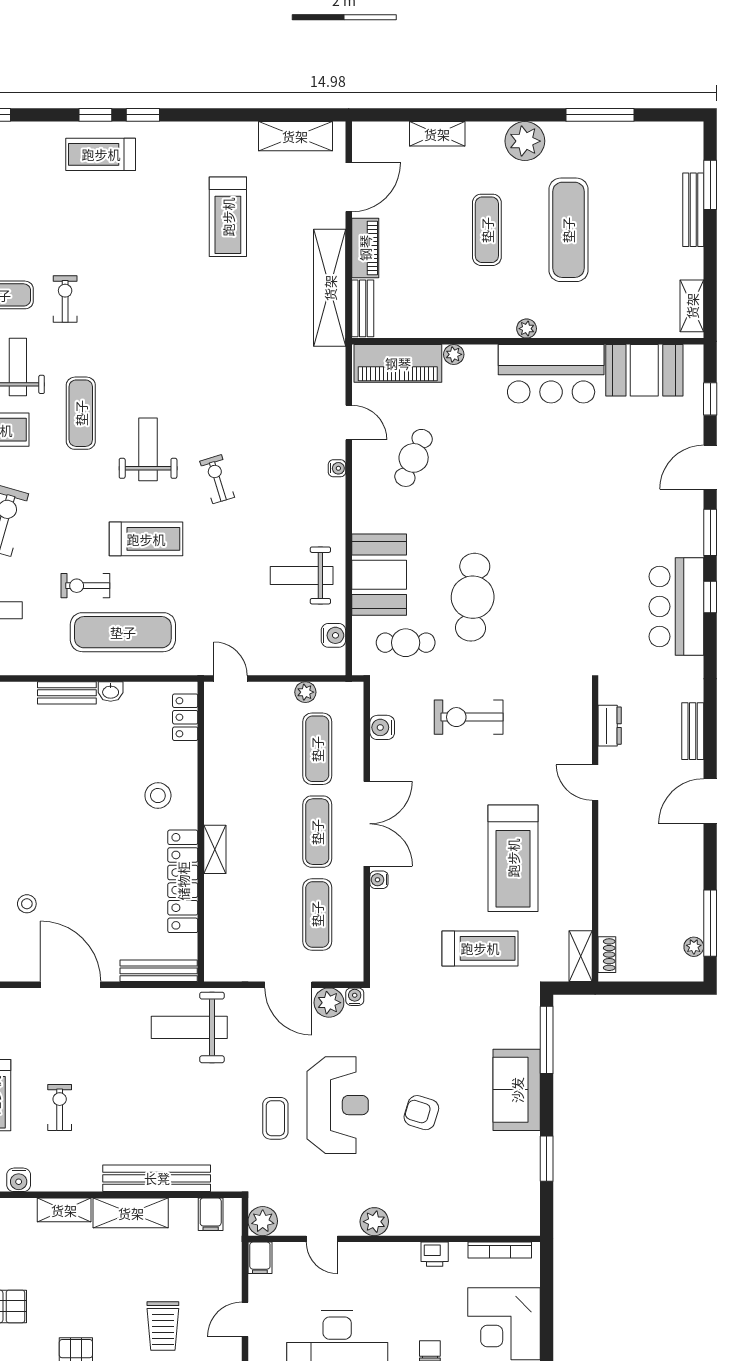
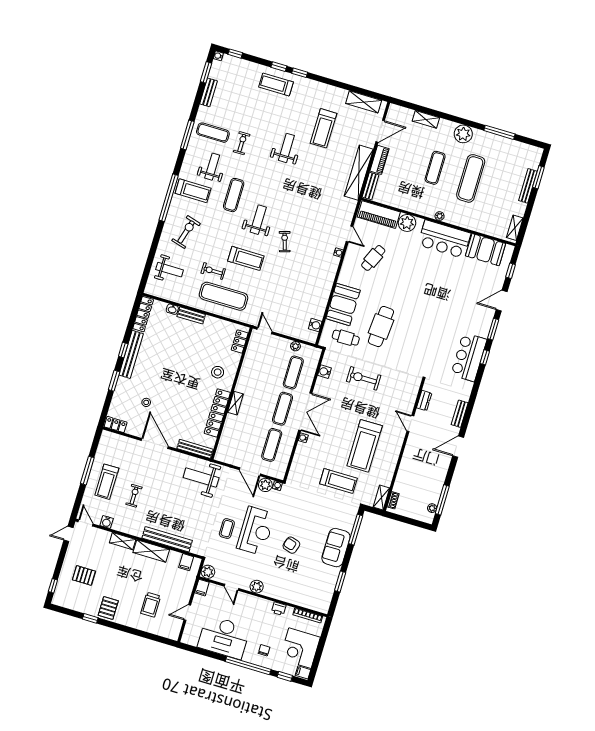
plant: (454, 354) -> (407, 223), width x1.87, depth x1.87
weight bench: (302, 575) -> (286, 148), moved, turned 90
washbasin: (111, 692) -> (172, 309), moved

